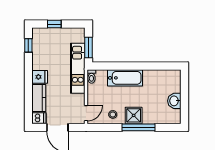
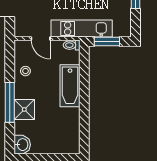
washbasin: (174, 101) -> (22, 145), moved, turned 90
door: (86, 113) -> (41, 39), moved
shower: (134, 115) -> (24, 109), moved

